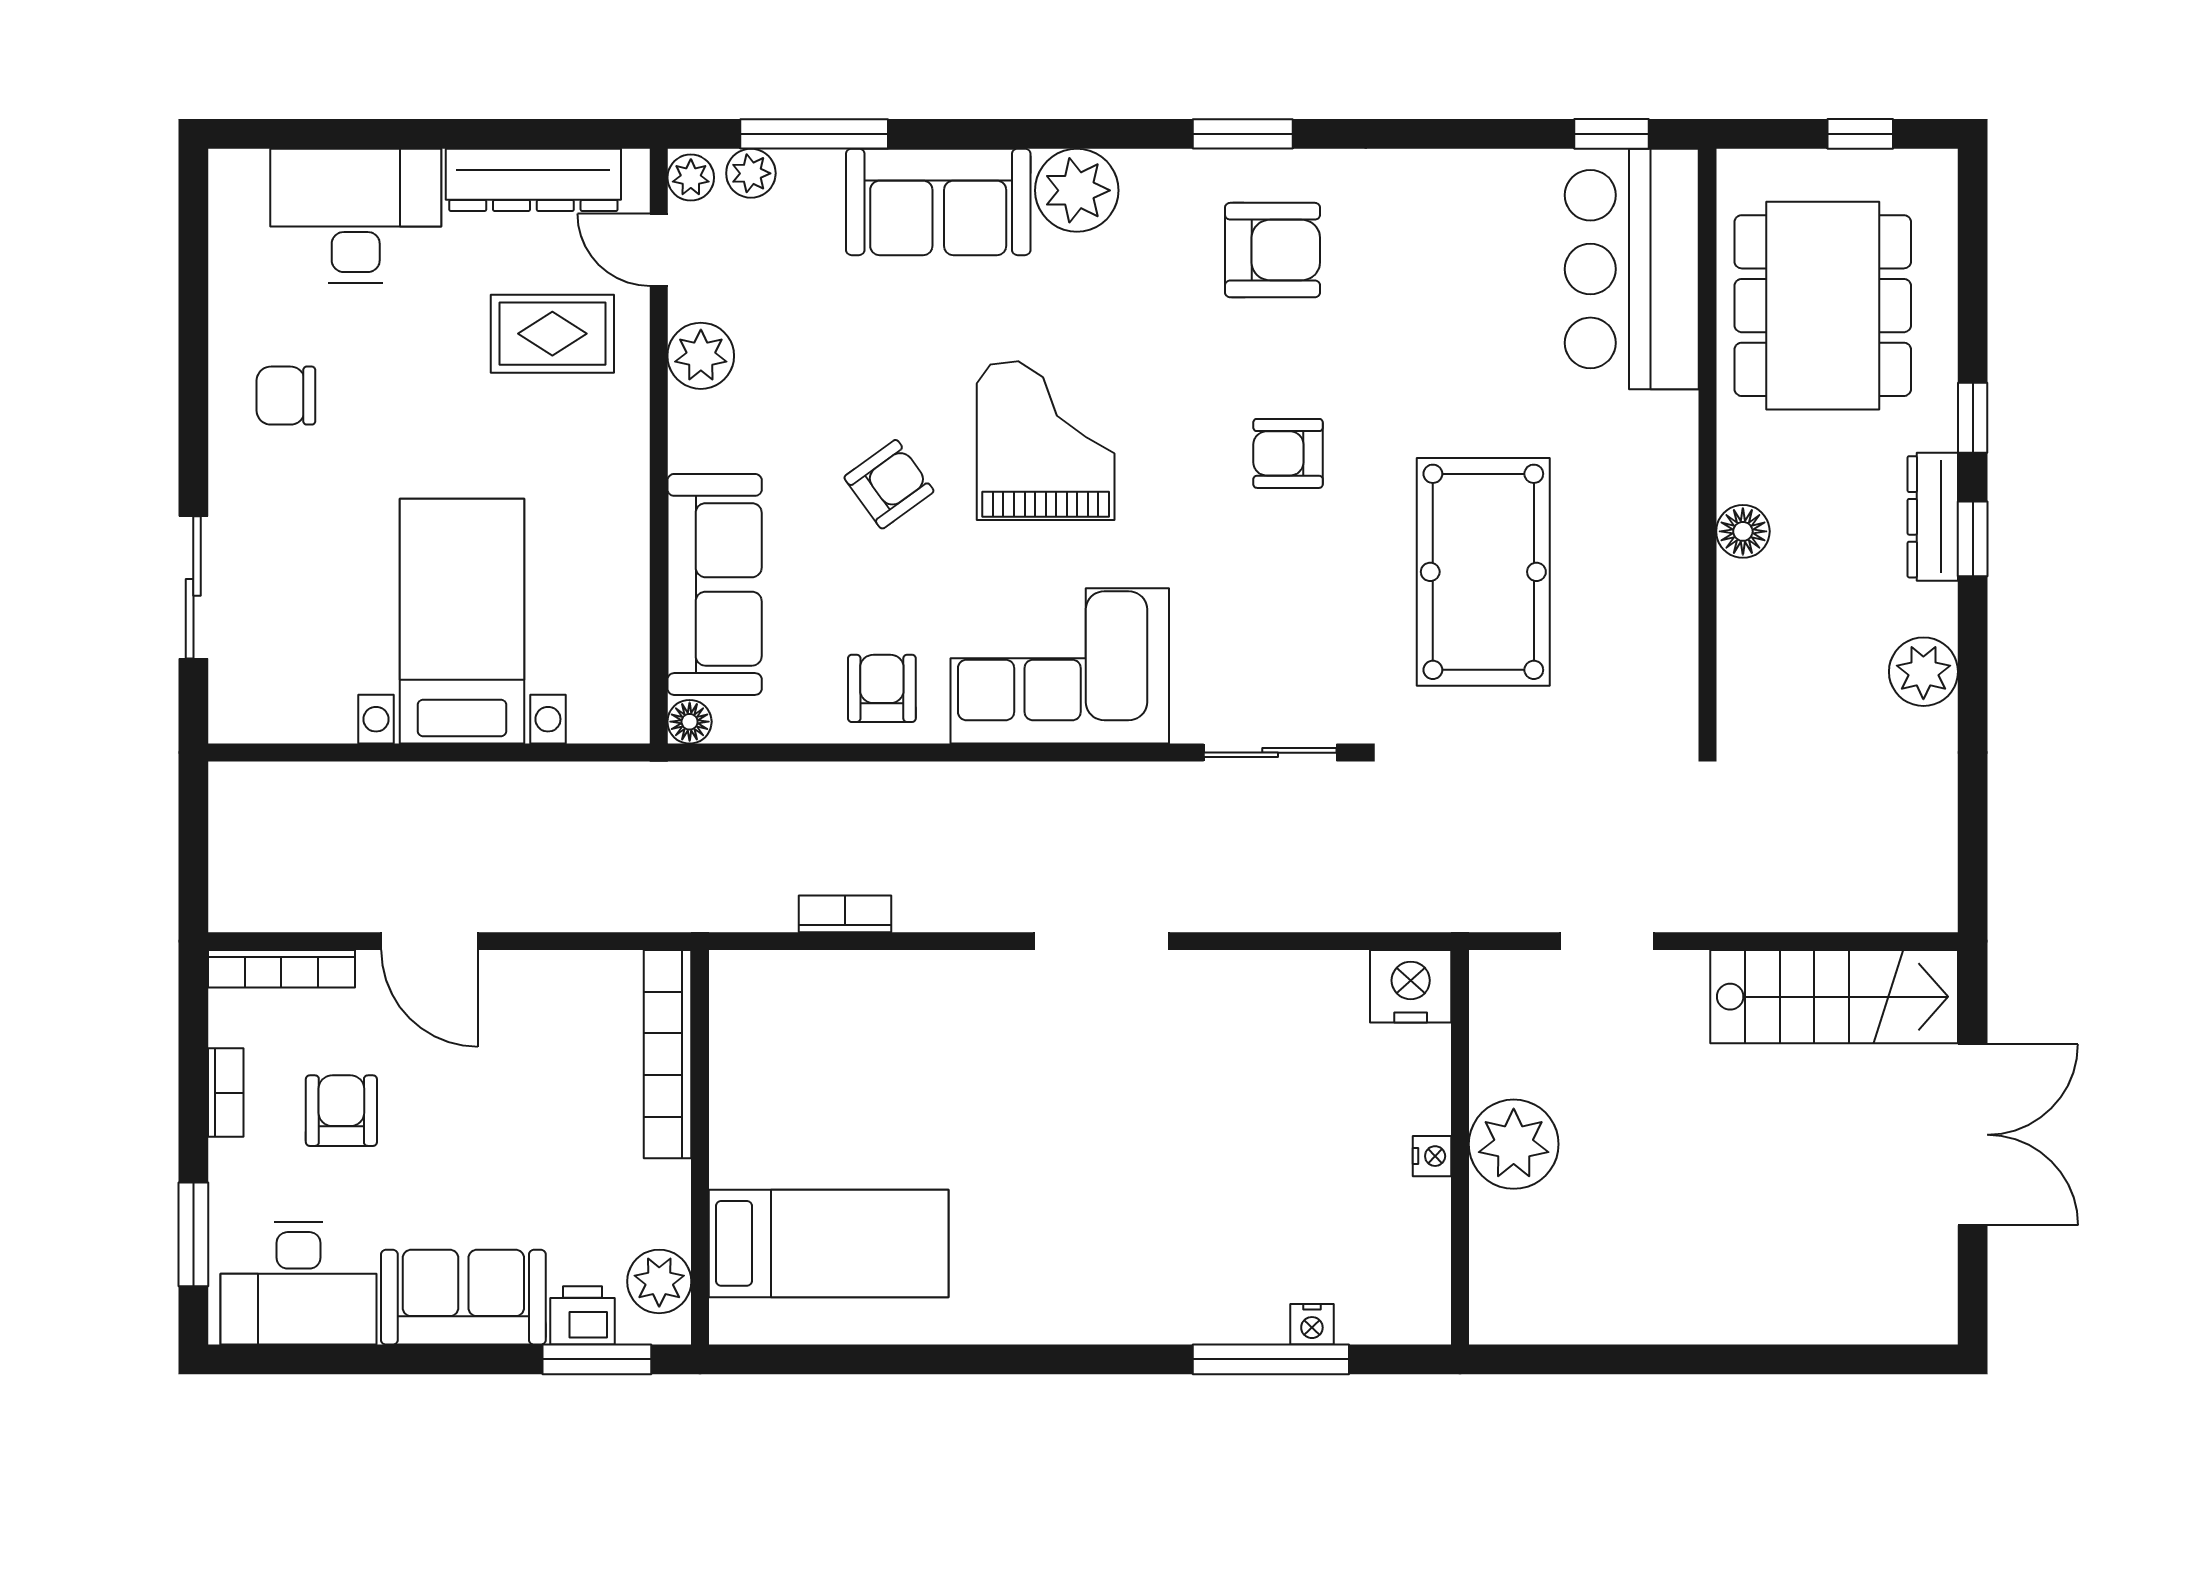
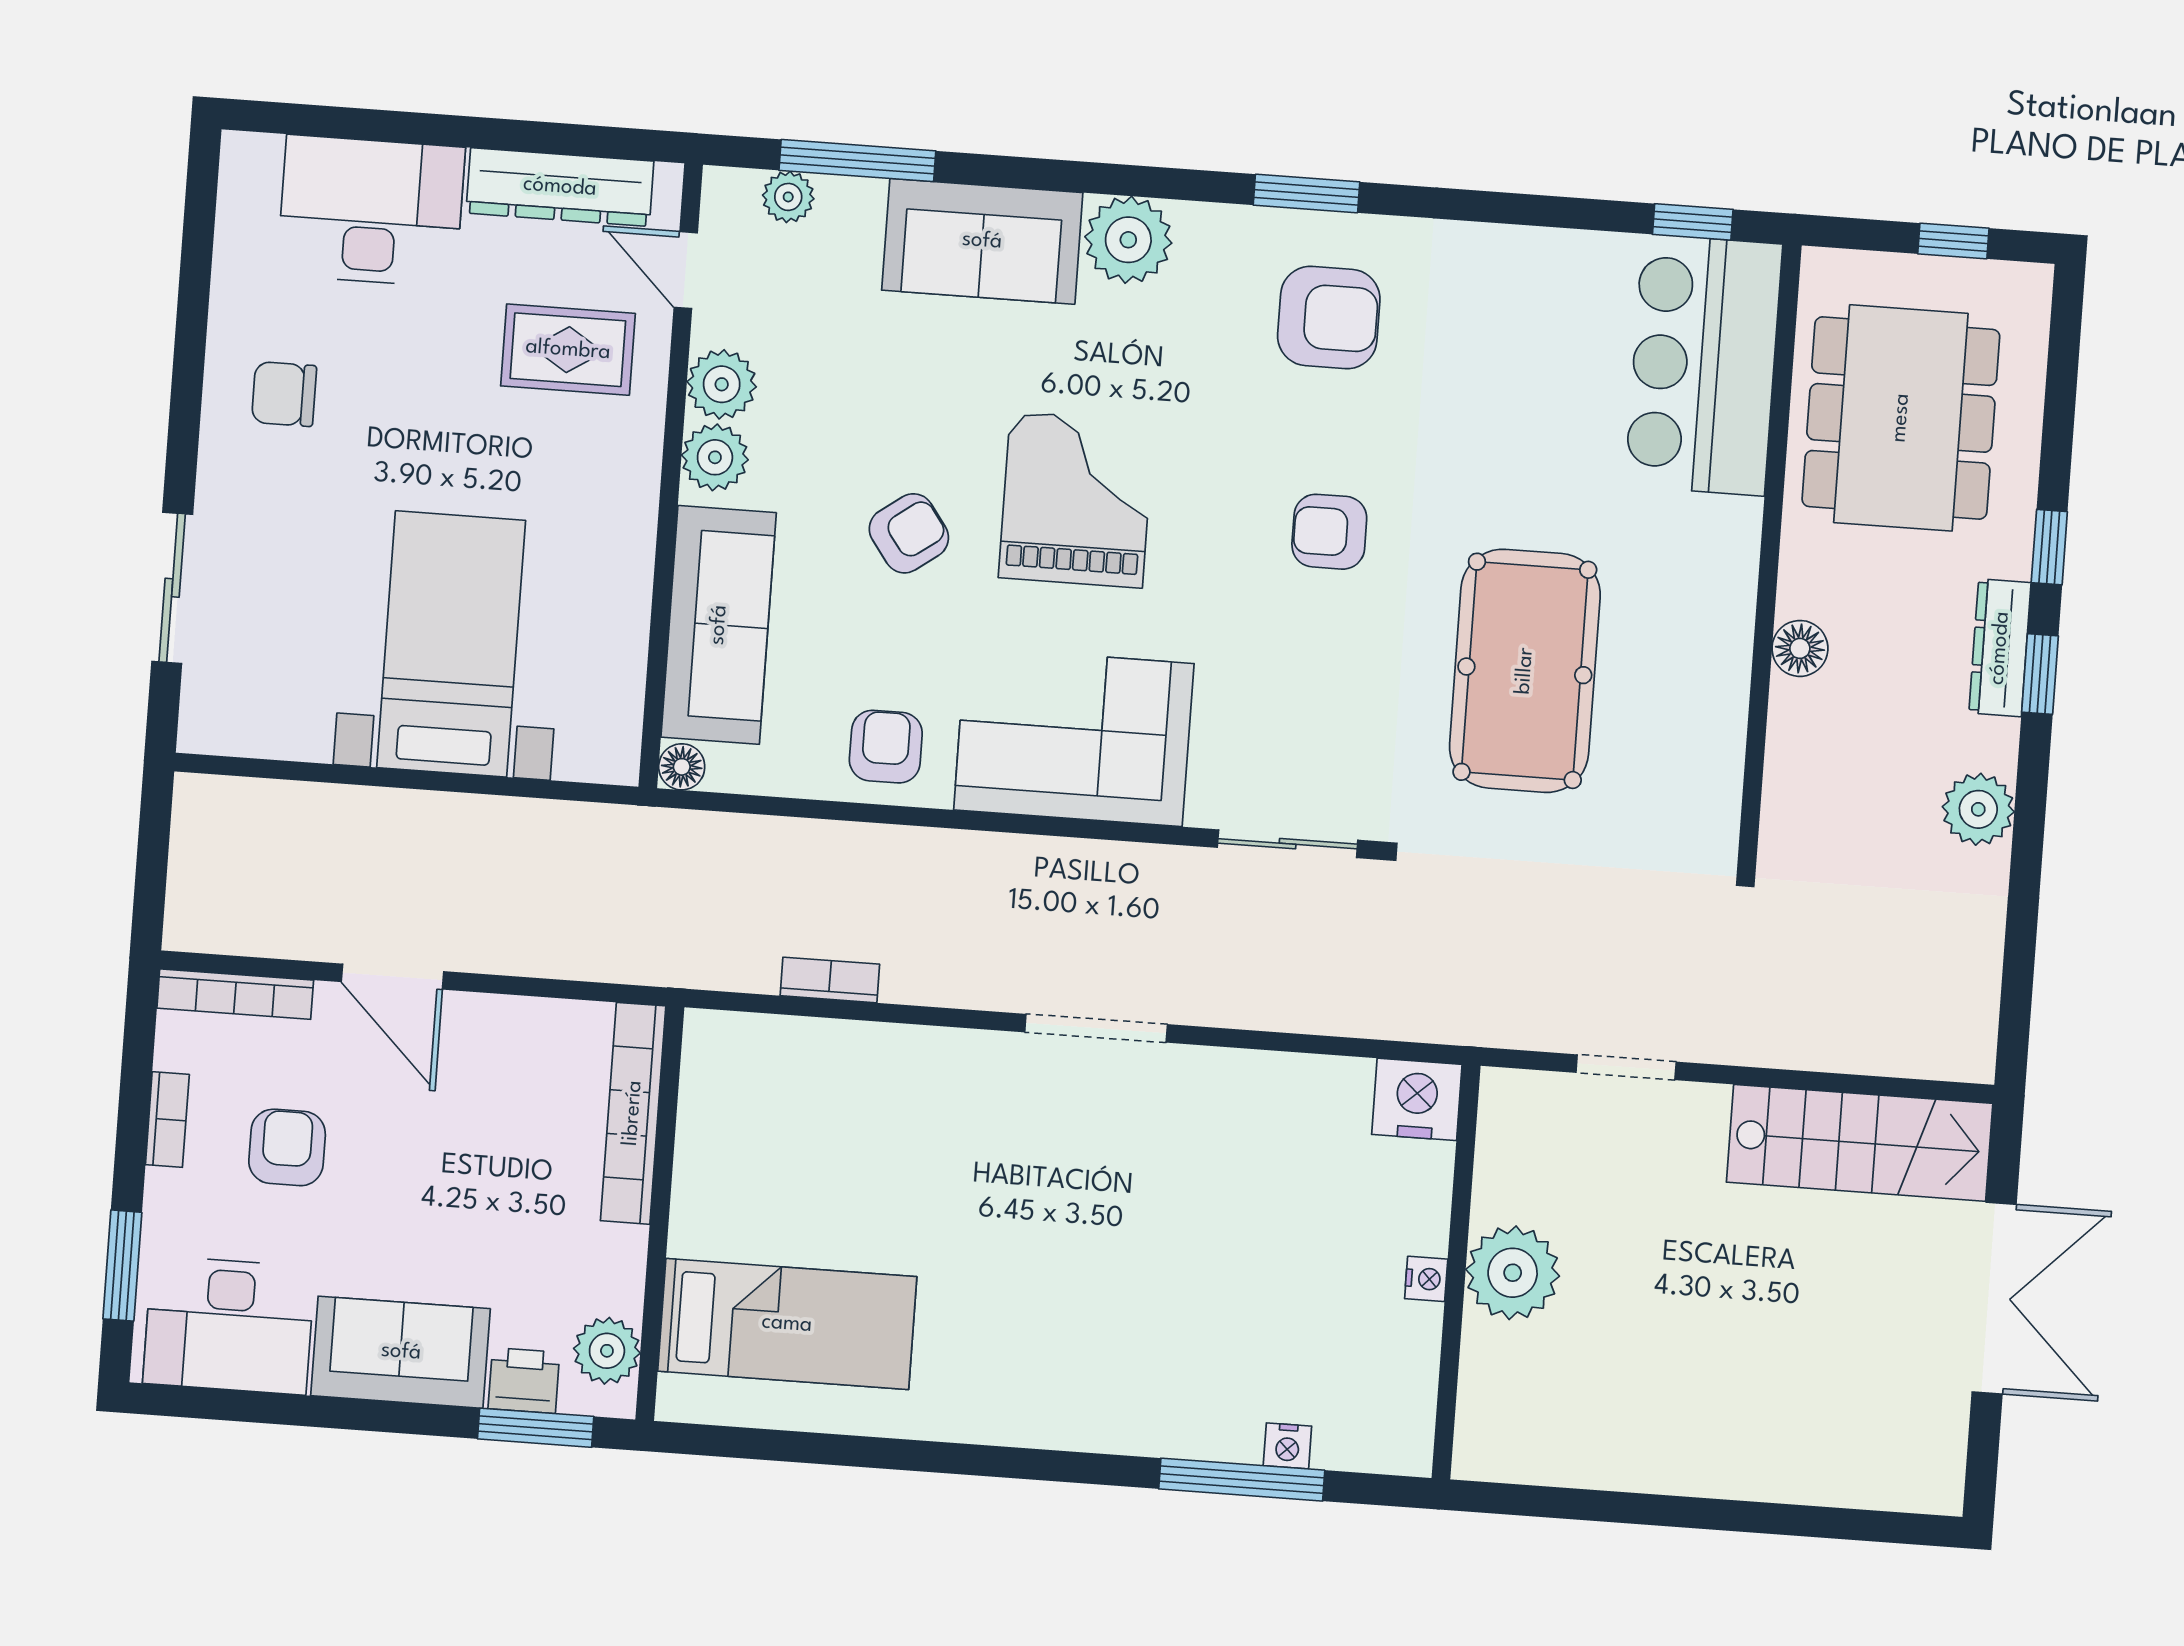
plant: (691, 178) -> (715, 457), moved, width x1.38, depth x1.38

